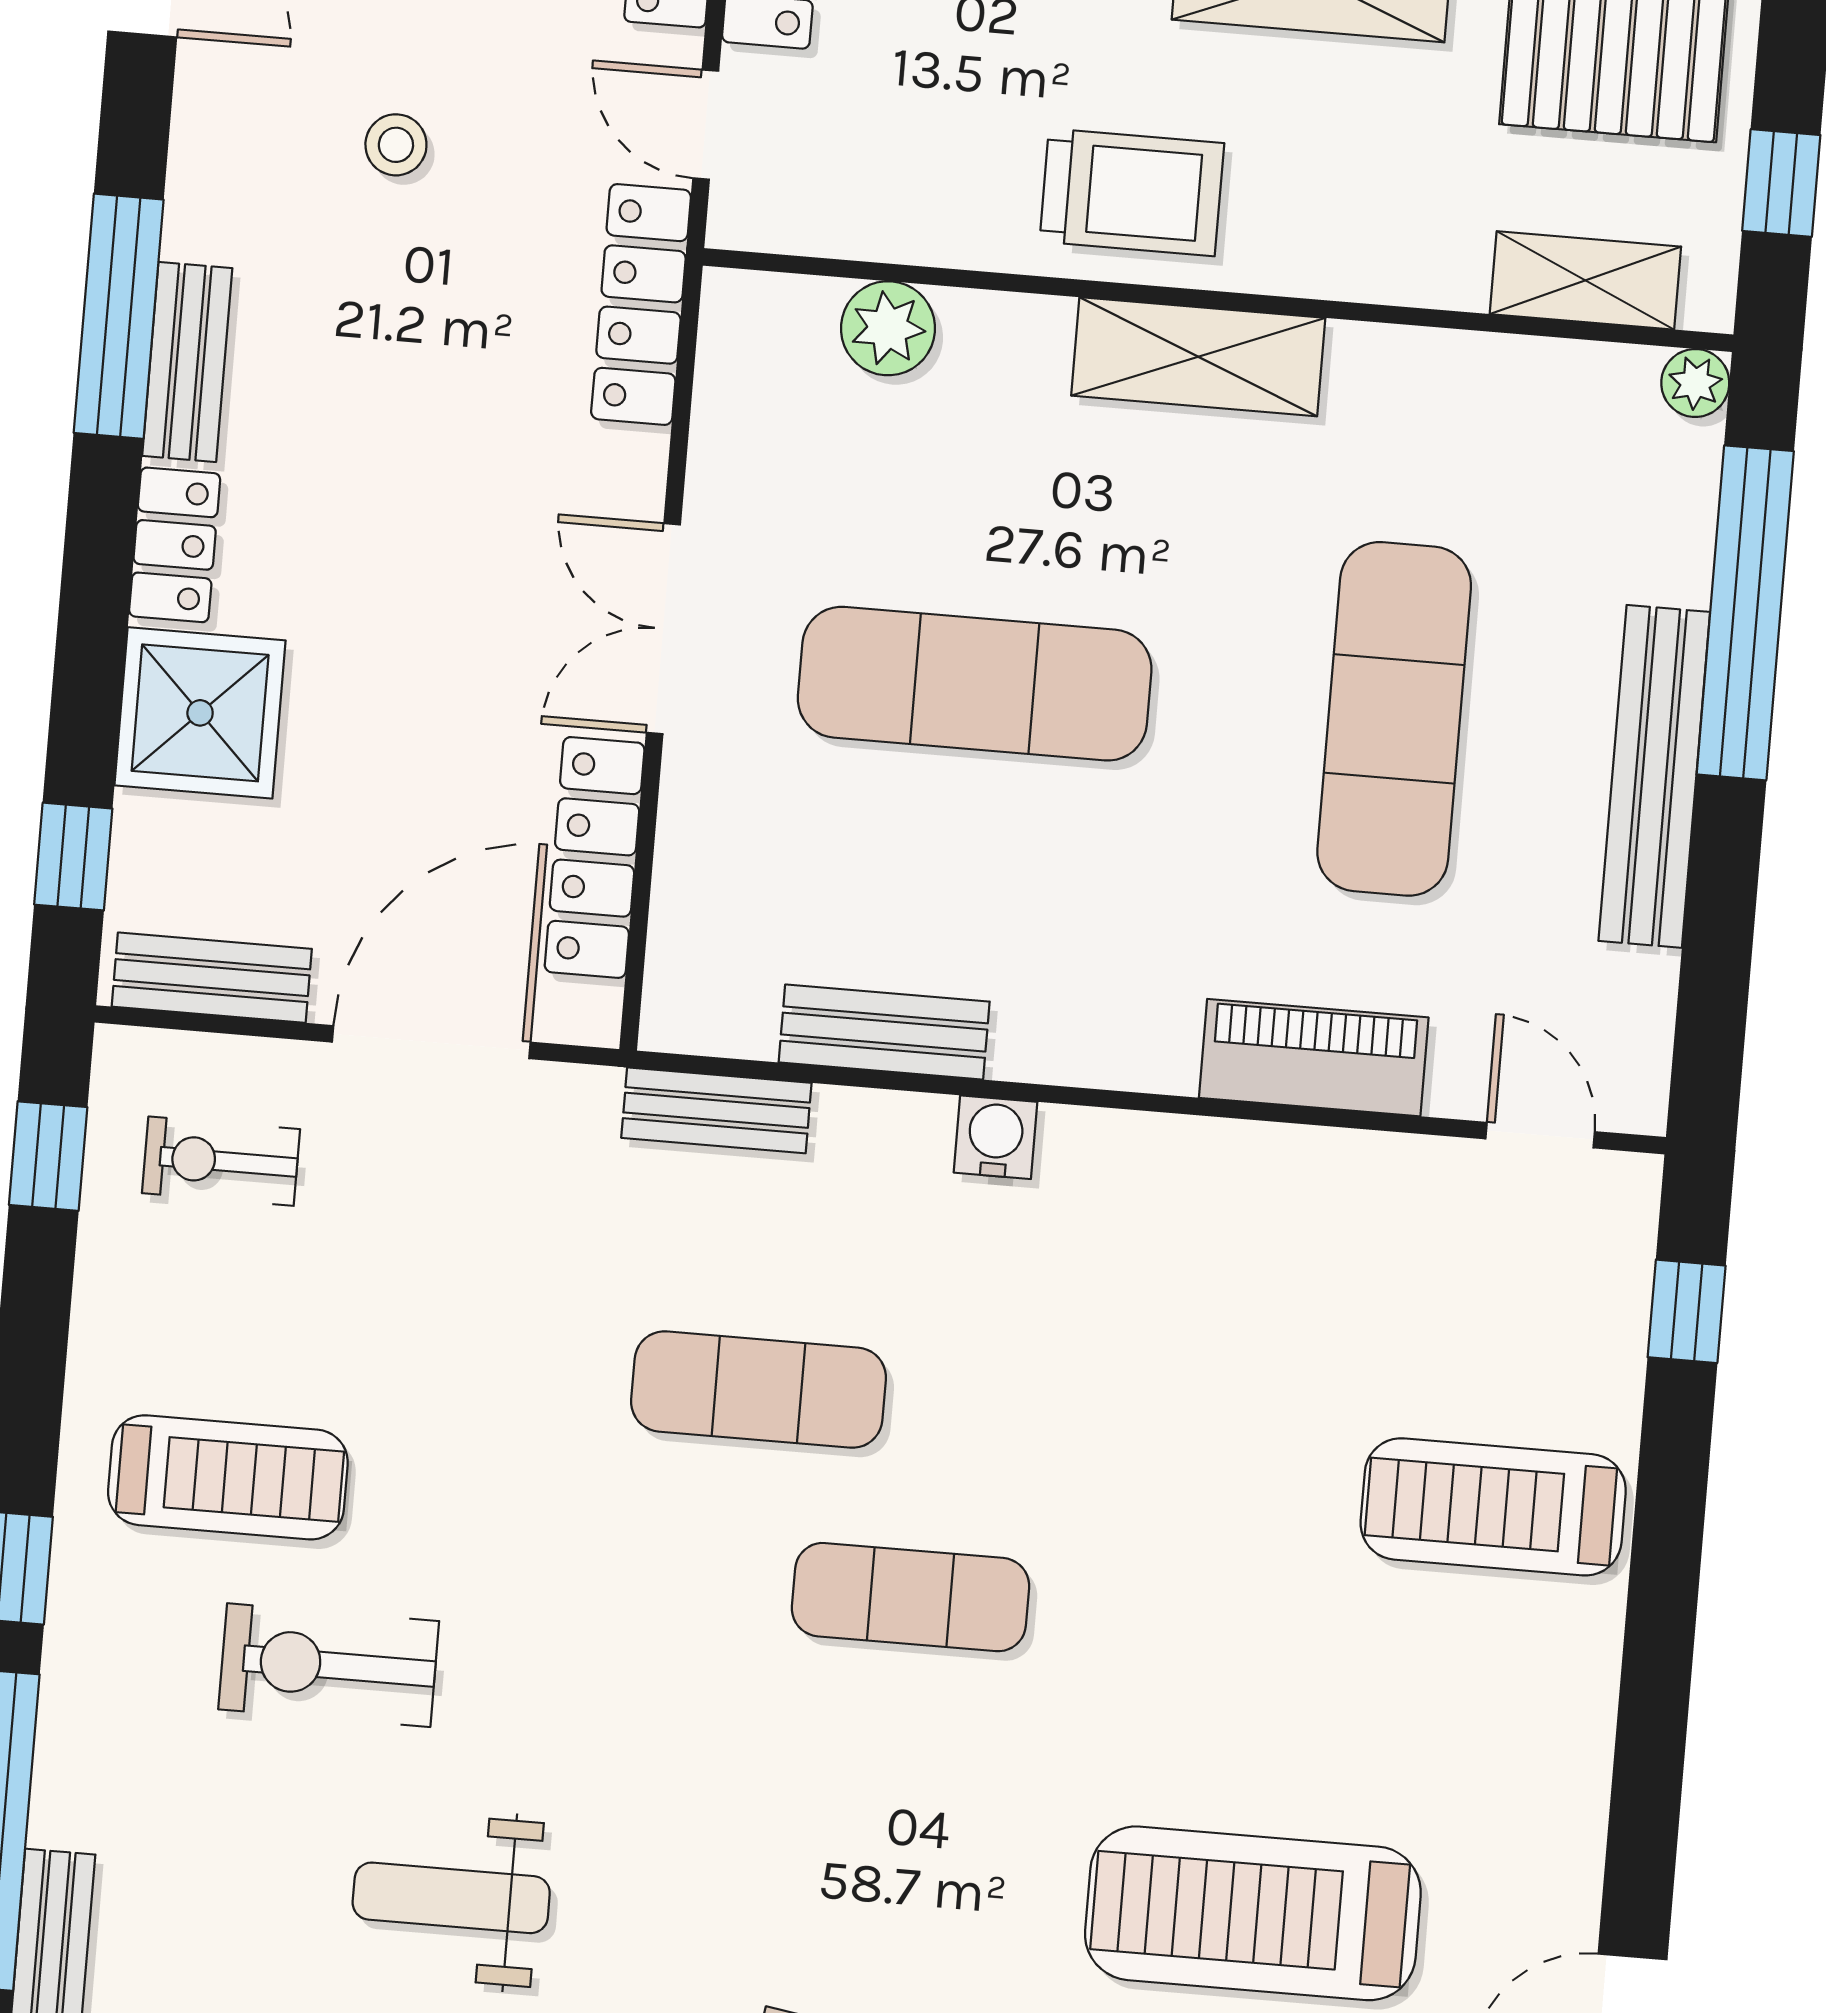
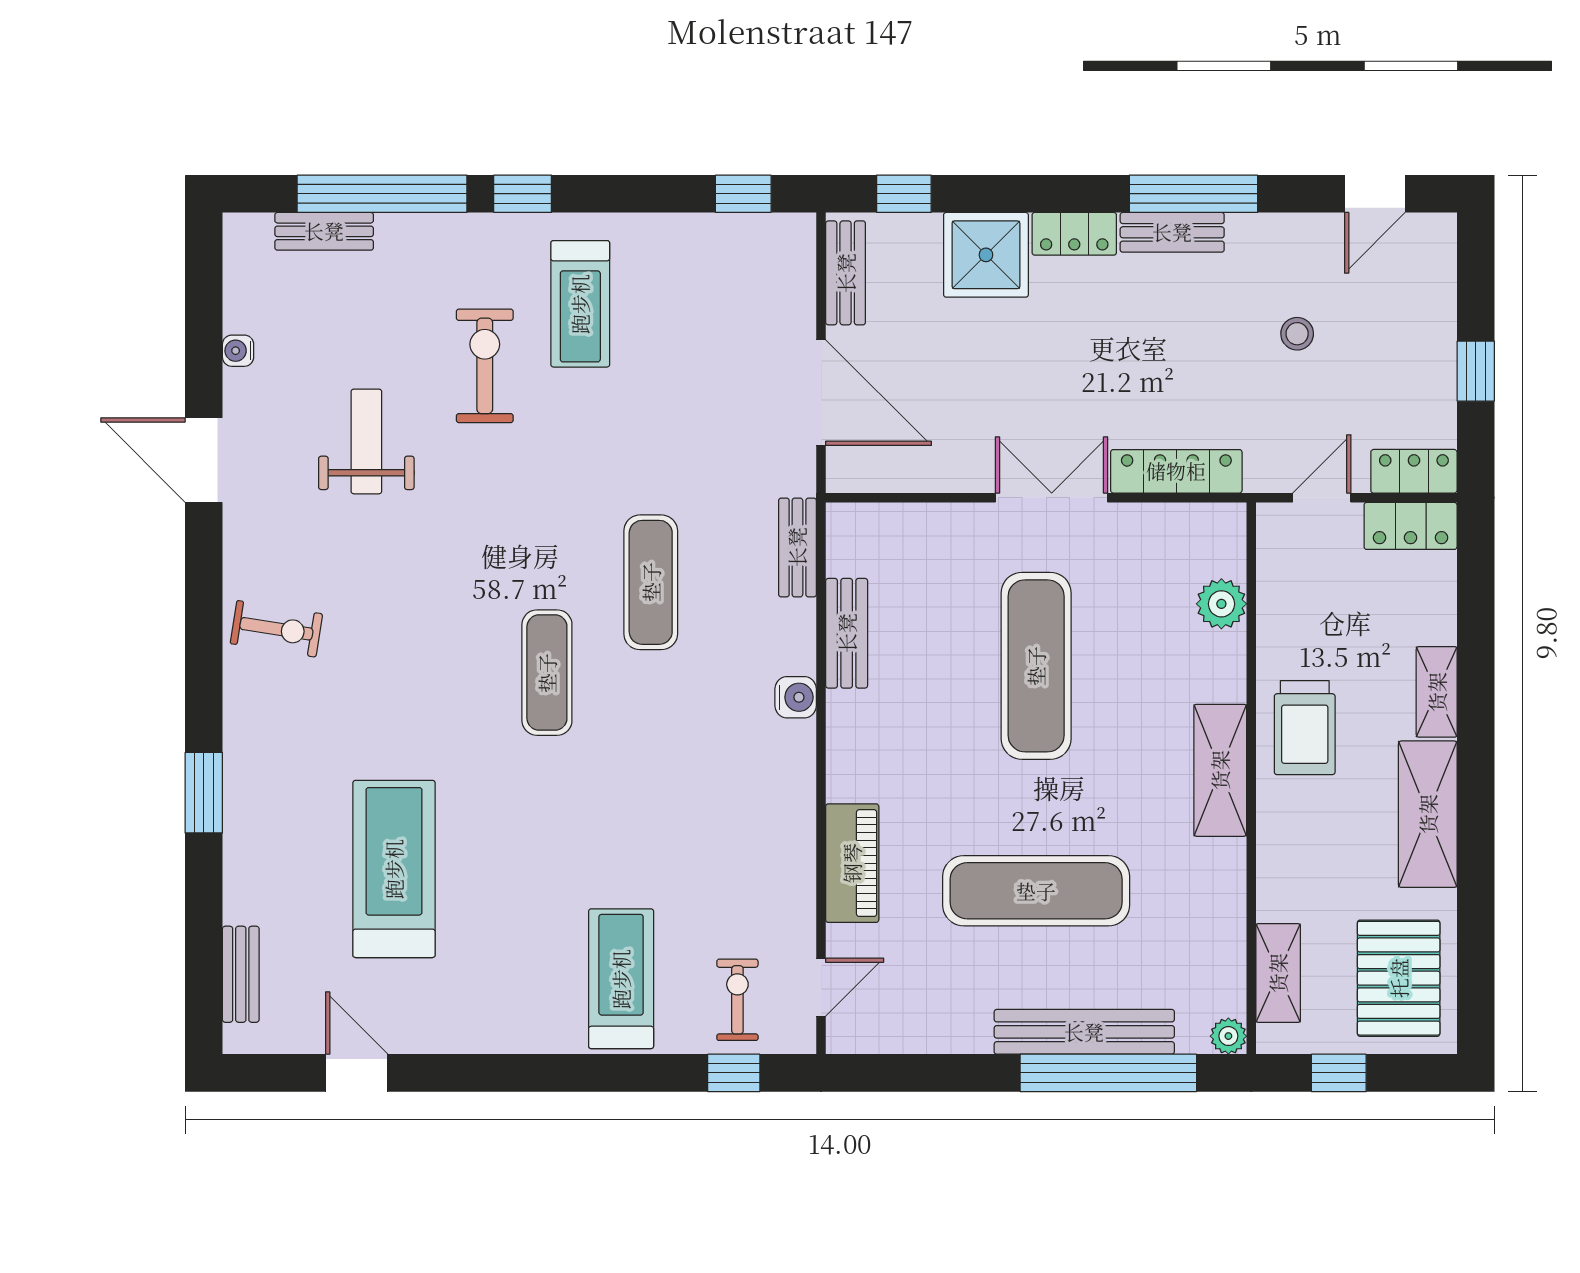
locker: (641, 304) -> (1176, 471), moved
bench: (1654, 776) -> (1084, 1032), moved
locker: (595, 857) -> (927, 471), removed
exercise bike: (221, 1161) -> (737, 1000), moved

